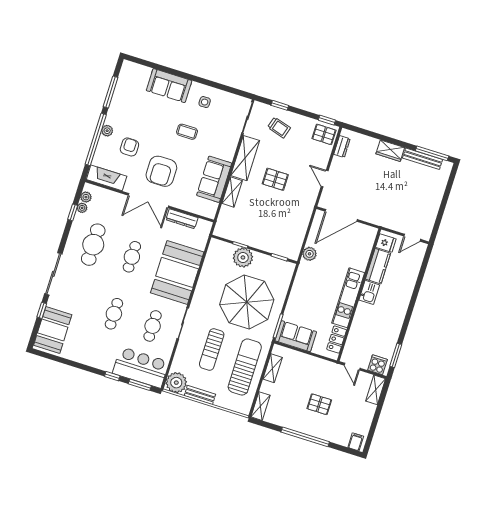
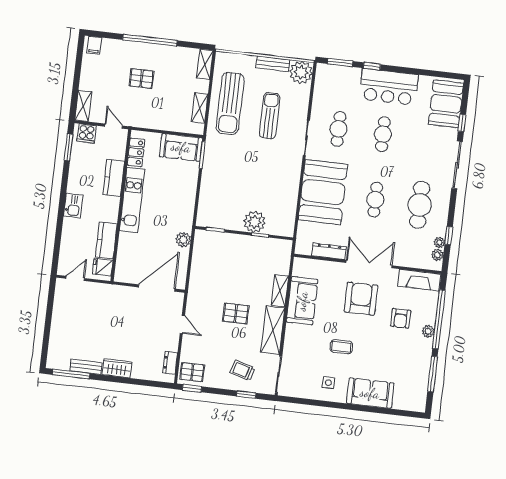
bench: (423, 159) -> (86, 367), width x0.73
kitchen sink: (369, 292) -> (73, 206), moved, turned 180
parasol: (247, 302) -> (241, 174), removed
kitchen counter: (361, 321) -> (114, 178), added
bar counter: (141, 367) -> (389, 87), moved

